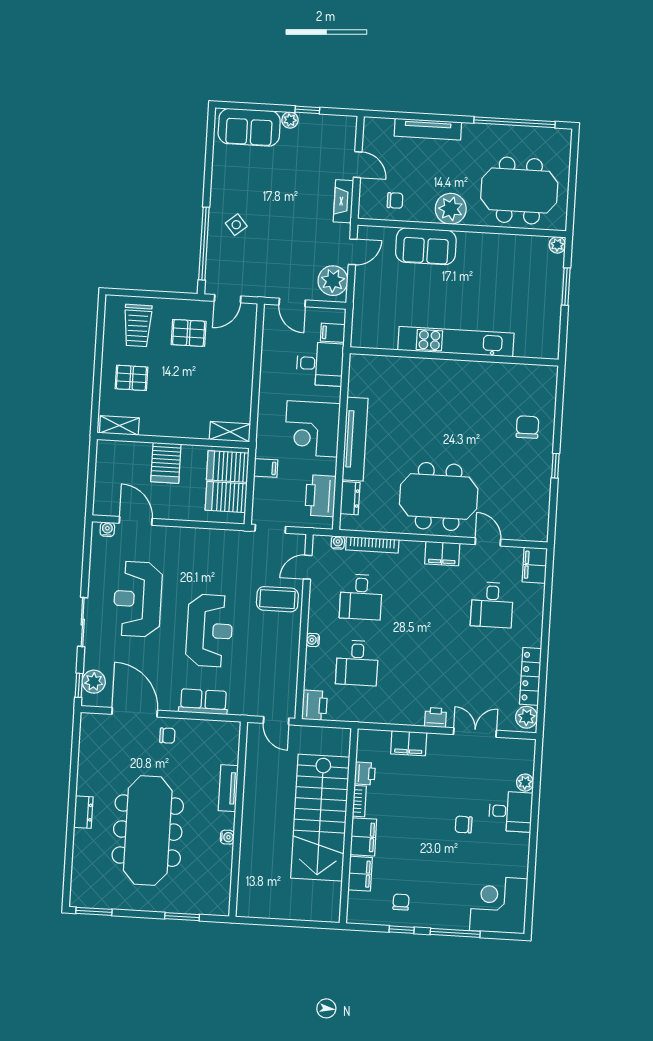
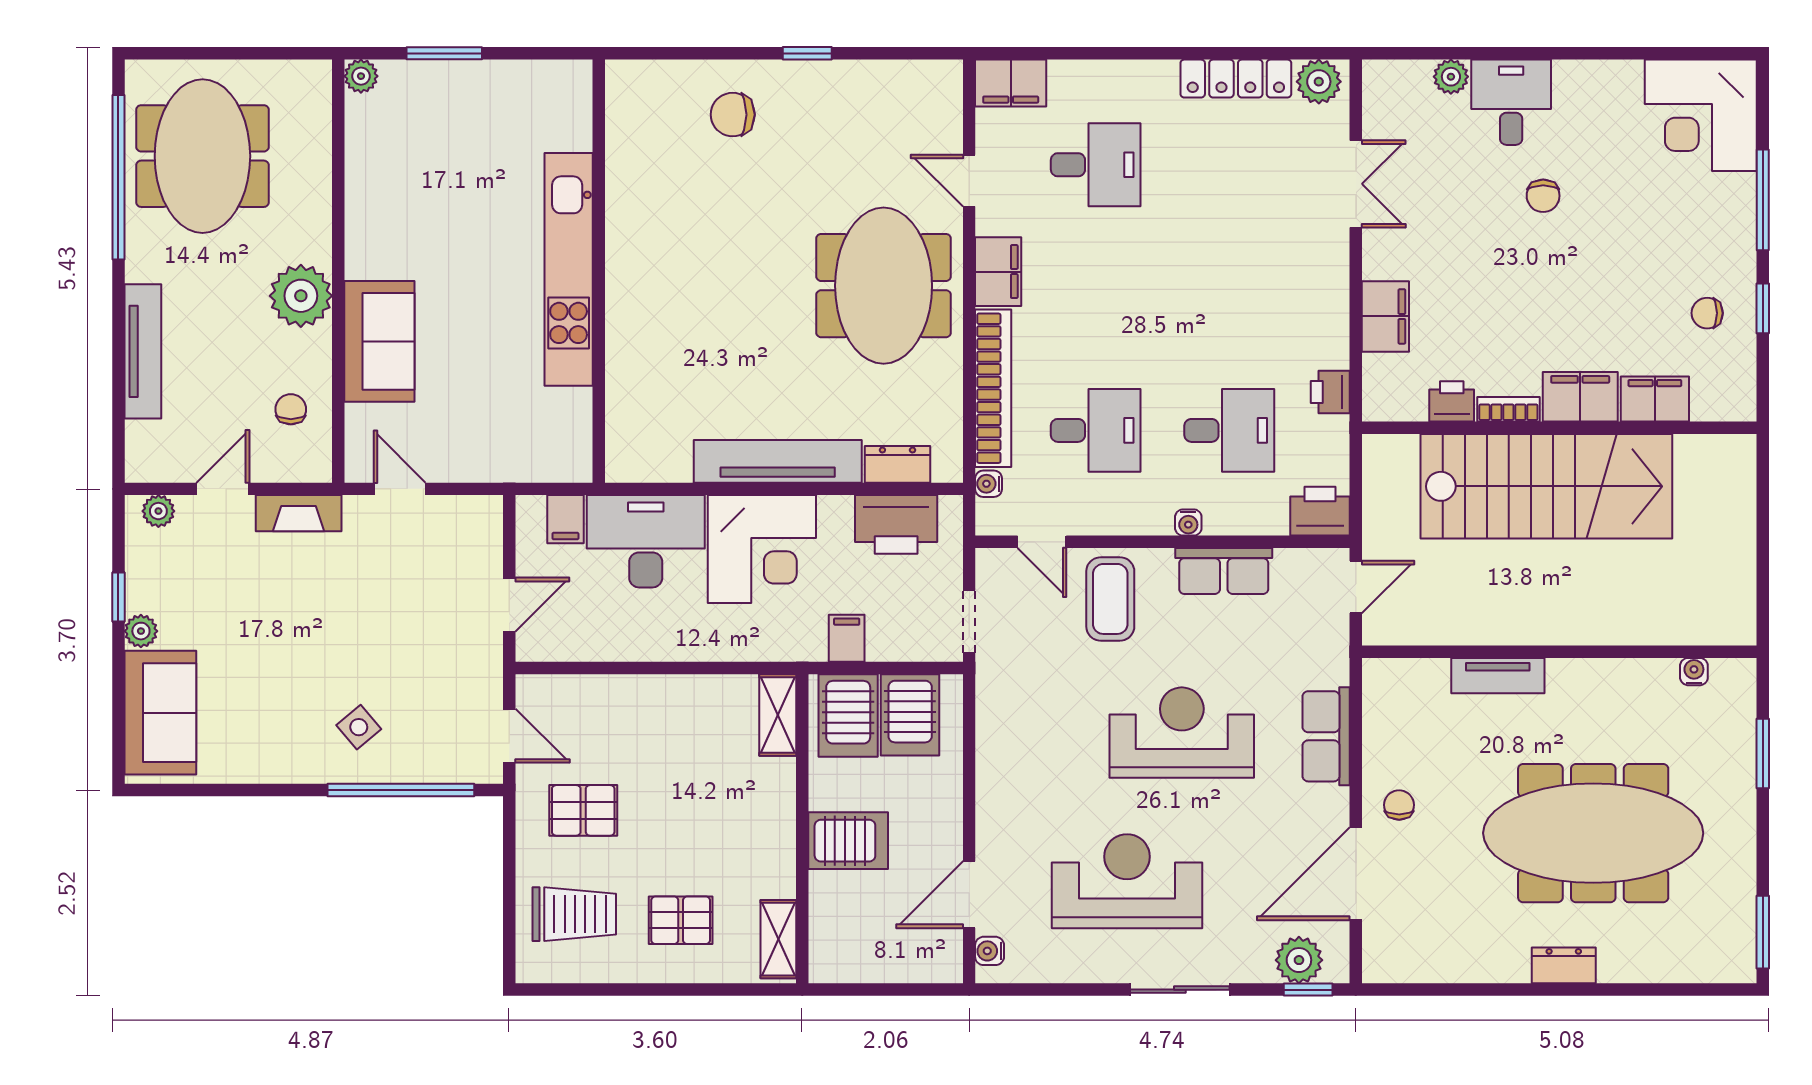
meeting table: (519, 191) -> (202, 156), moved
plant: (333, 281) -> (158, 511), moved, width x0.53, depth x0.53
pallet: (189, 333) -> (583, 810), turned 90
desk: (320, 364) -> (646, 541), width x1.37
pallet: (131, 378) -> (681, 920), turned 90
door: (488, 542) -> (969, 181), hinge flipped
bookcase: (372, 545) -> (993, 388), width x1.48, depth x1.31
reception desk: (138, 599) -> (1127, 881), turned 180
row of seats: (288, 656) -> (1224, 571), added
printer: (435, 718) -> (1330, 392), moved
double door: (475, 732) -> (1356, 184), swing flipped
water cooler: (227, 837) -> (1694, 672), moved

